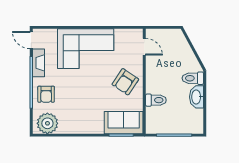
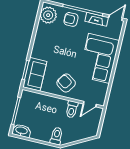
washbasin: (197, 97) -> (21, 131), moved
toilet: (156, 100) -> (72, 109), moved

